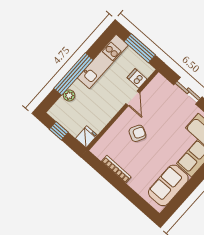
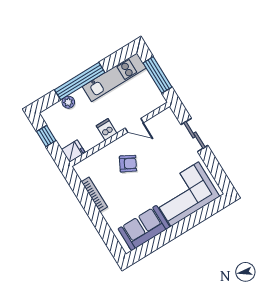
dishwasher: (137, 78) -> (107, 129), moved
door: (133, 98) -> (134, 125), hinge flipped

